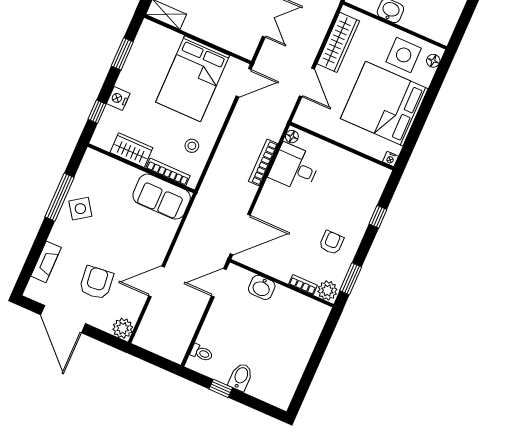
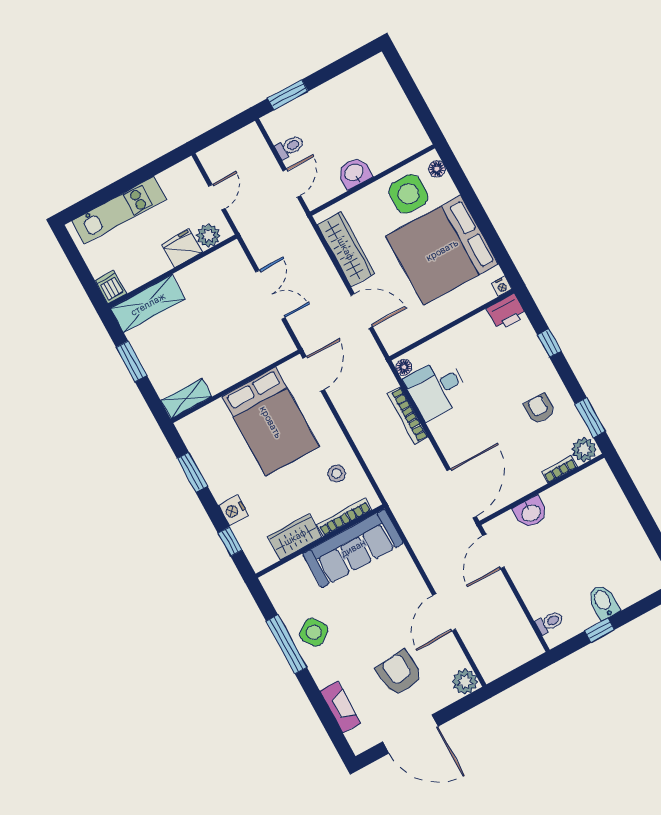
printer: (377, 175) -> (507, 312), added
sofa: (162, 197) -> (353, 548), width x1.36

